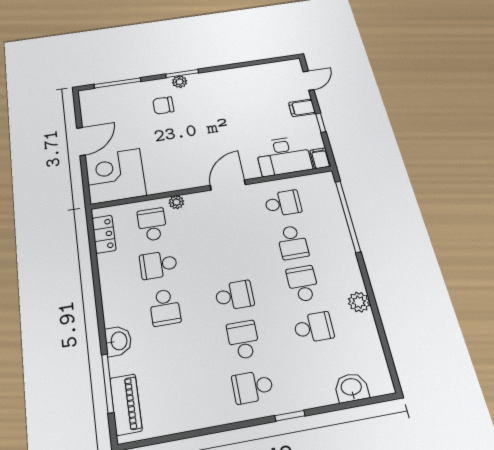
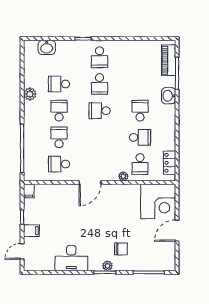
desk: (284, 156) -> (71, 258), moved, turned 180
school desk: (303, 284) -> (59, 111), turned 180
school desk: (253, 387) -> (100, 57), turned 90

